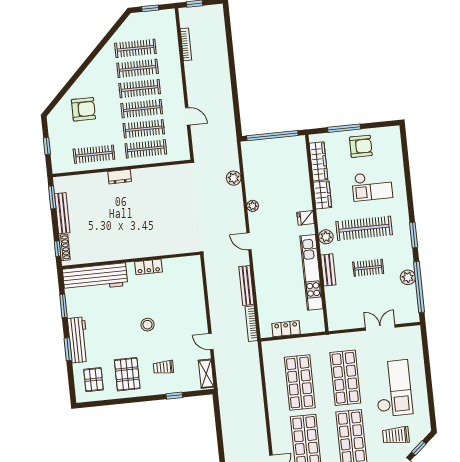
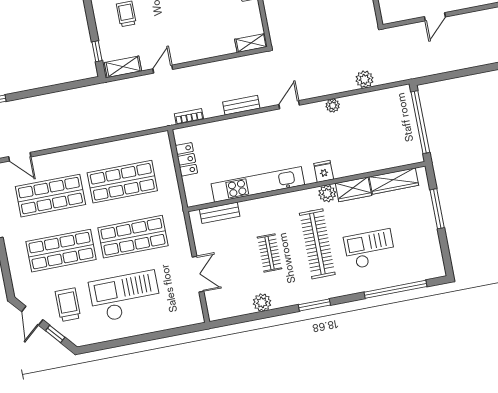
armchair: (361, 146) -> (417, 231), removed
checkout: (372, 186) -> (370, 249), turned 90
plant: (326, 237) -> (327, 193), moved
shelving: (196, 268) -> (251, 43), added
bench: (328, 270) -> (220, 213), moved
bench: (246, 286) -> (241, 105), width x0.73
window: (419, 287) -> (395, 289), moved
bookcase: (251, 324) -> (189, 117), width x0.64
checkout: (393, 388) -> (125, 296), turned 180
window: (174, 396) -> (97, 51), moved

